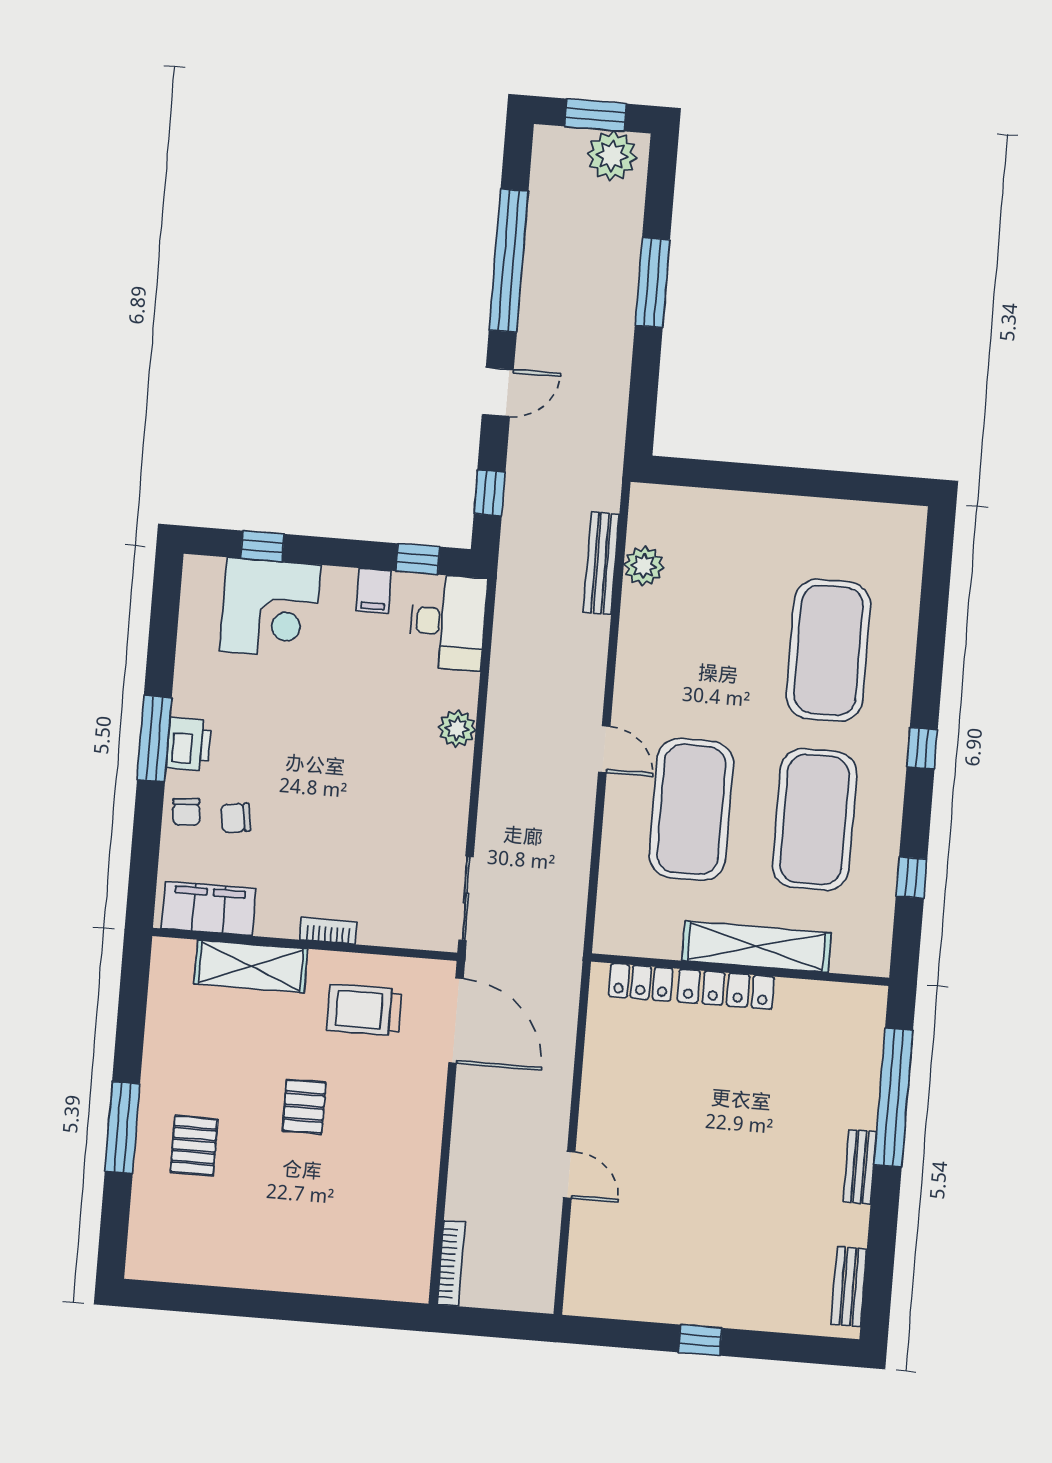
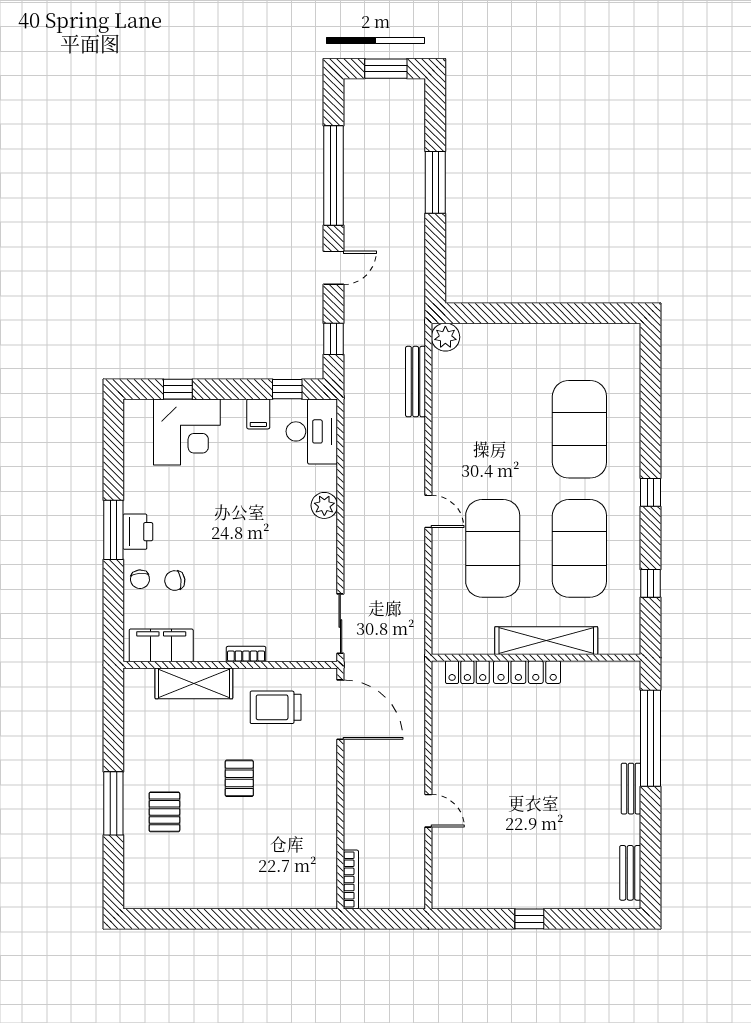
plant: (612, 156) -> (400, 96), removed
plant: (644, 566) -> (445, 337), moved

